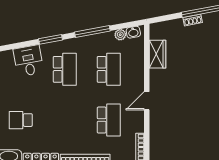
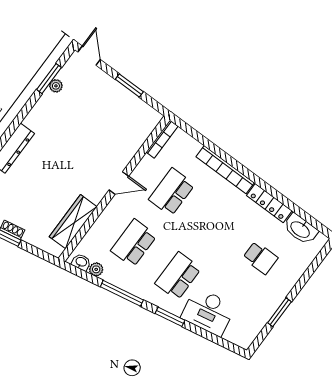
wardrobe: (158, 54) -> (73, 222), width x1.50
desk: (29, 61) -> (208, 312), width x1.37

